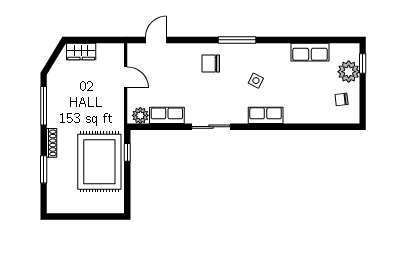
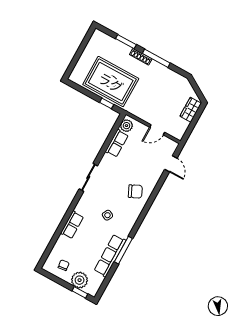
window: (237, 40) -> (123, 250), moved
row of seats: (310, 52) -> (110, 256), width x1.48
chair: (211, 64) -> (135, 191), turned 65
window: (44, 106) -> (156, 58), moved
row of seats: (266, 115) -> (72, 225), moved
sliding door: (211, 127) -> (88, 177), moved

